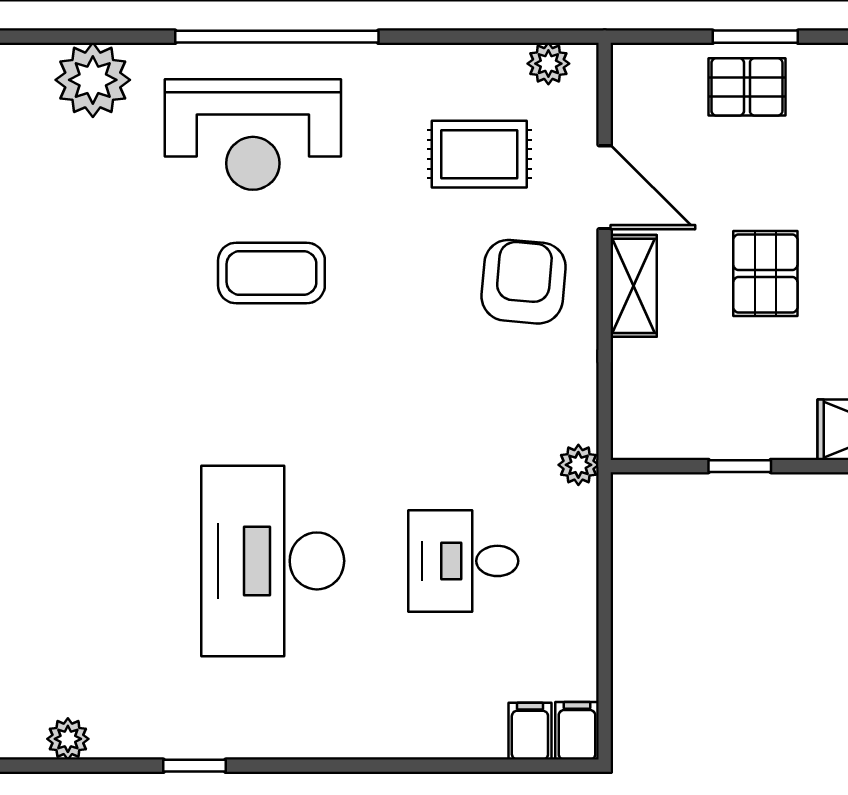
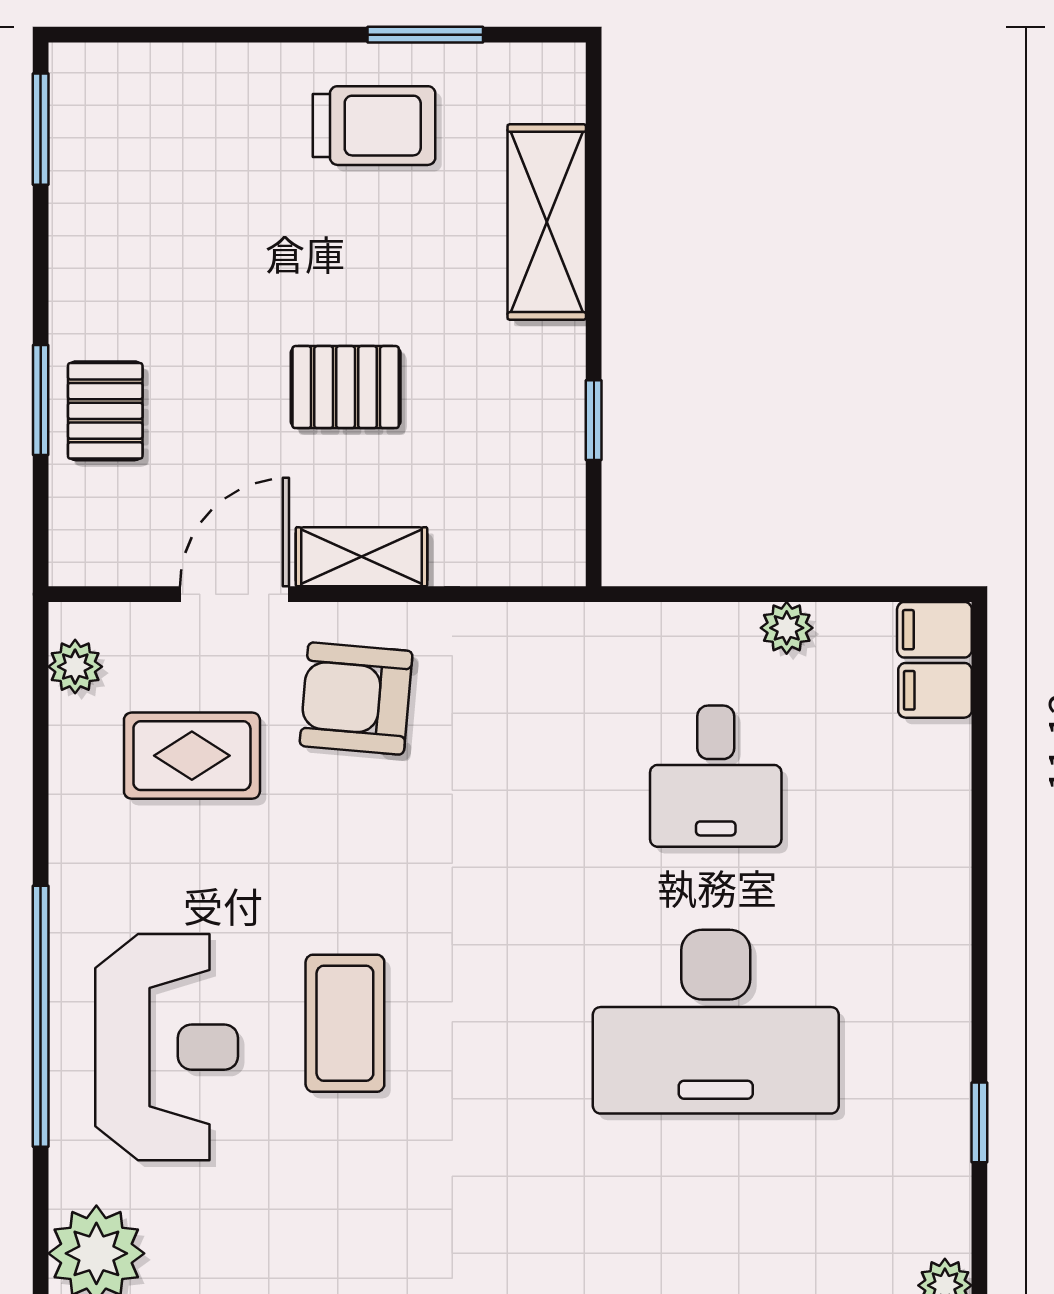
rug: (479, 154) -> (192, 756), turned 90
plant: (578, 465) -> (787, 628), moved

